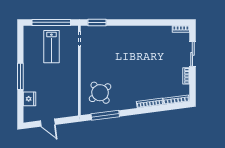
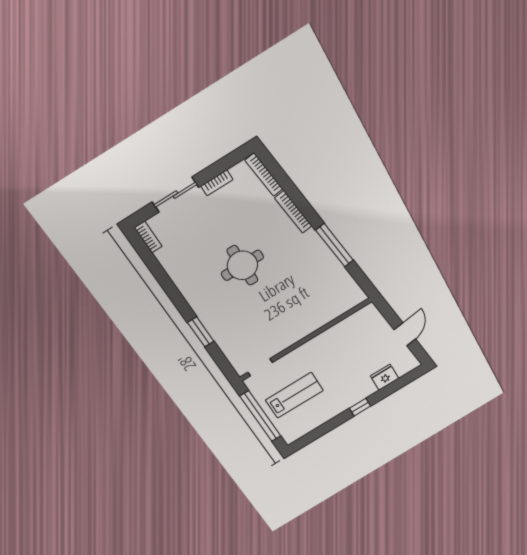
window: (97, 22) -> (201, 332), moved
window: (20, 76) -> (360, 407), width x0.46
round table: (100, 93) -> (242, 265), moved, turned 38
window: (105, 115) -> (335, 245), moved

